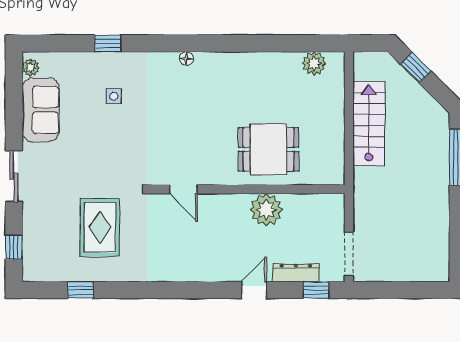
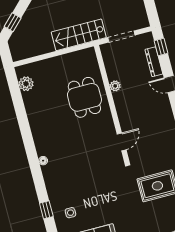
side table: (114, 96) -> (70, 213), moved
stairs: (369, 124) -> (79, 35), moved
plant: (266, 210) -> (115, 86), width x0.53, depth x0.53
doorway: (349, 254) -> (121, 36), moved

